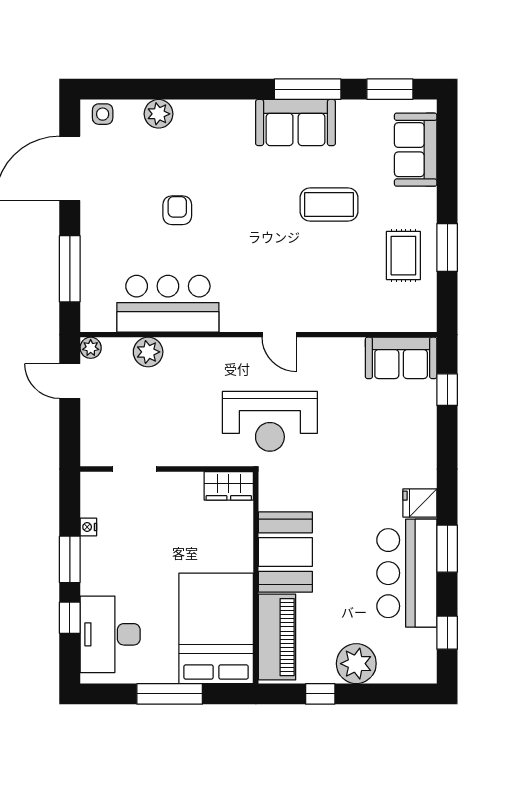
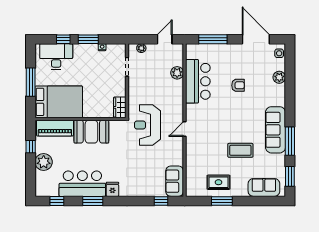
sofa: (296, 123) -> (276, 130), width x1.36
coffee table: (329, 205) -> (240, 150), turned 90
plant: (91, 348) -> (141, 48), moved

